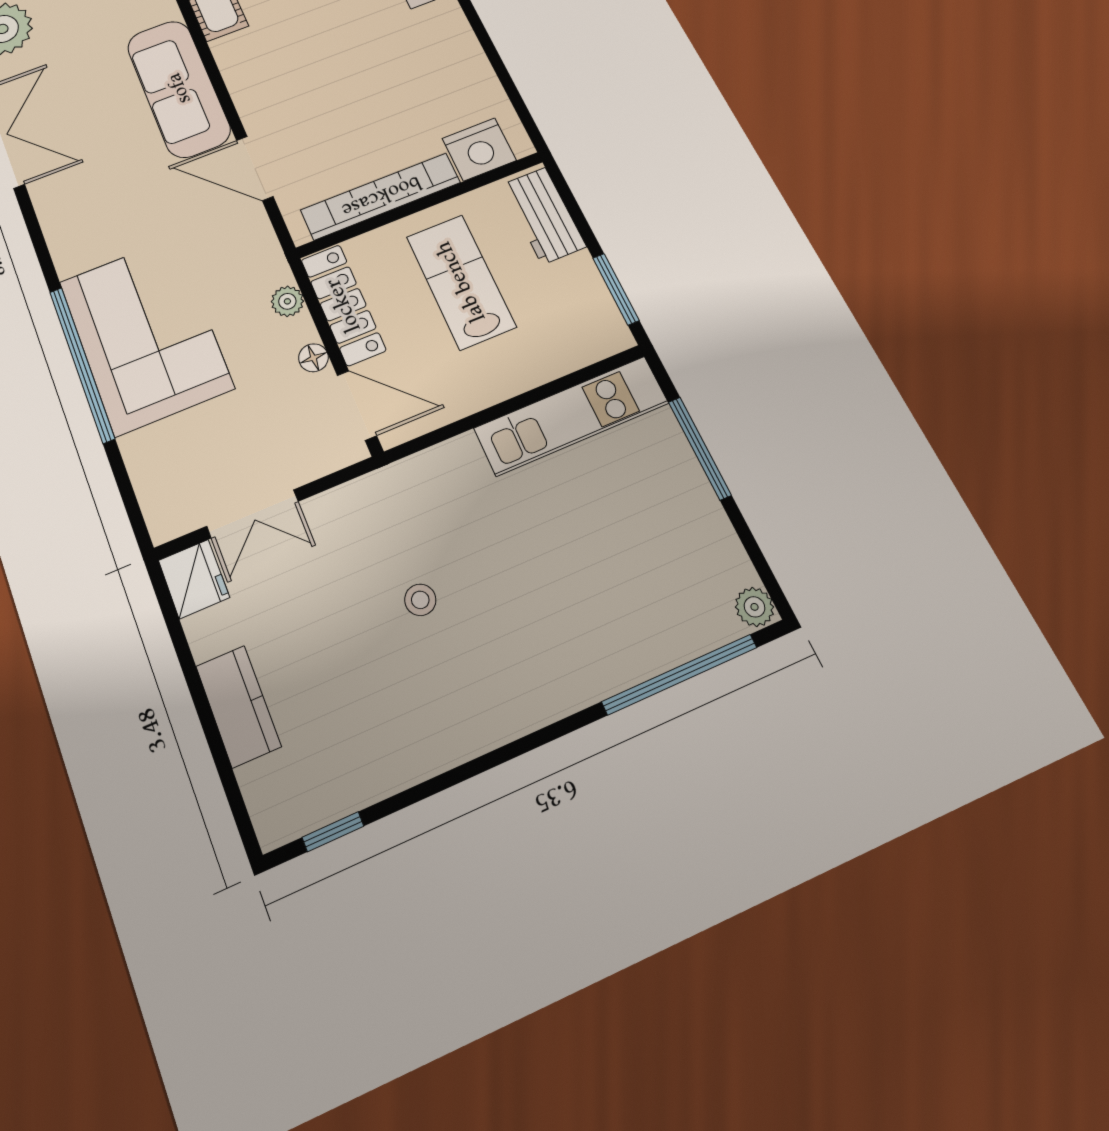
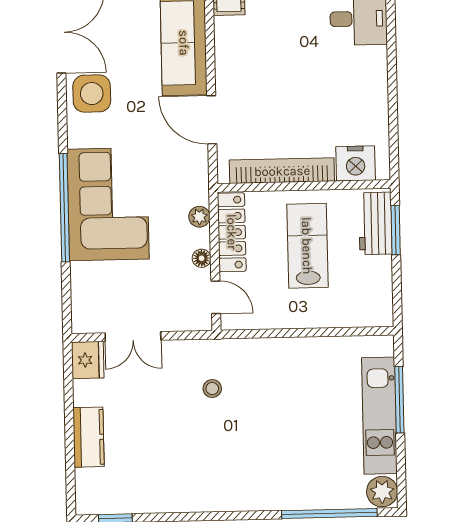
side table: (71, 197) -> (92, 94), added
window: (616, 289) -> (396, 230), moved
door: (357, 405) -> (216, 297), width x0.73
kitchen unit: (571, 416) -> (379, 416), moved, turned 90
stool: (420, 600) -> (212, 389), moved
plant: (754, 607) -> (382, 492), width x1.38, depth x1.38

